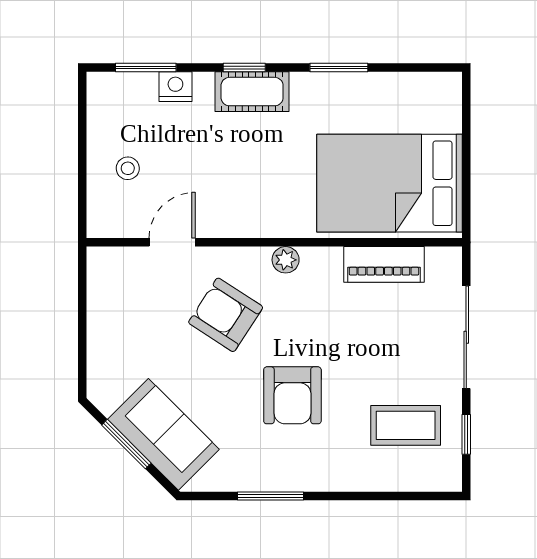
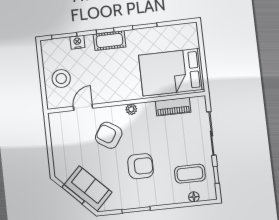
stool: (128, 168) -> (61, 79), width x1.89, depth x1.89
armchair: (292, 395) -> (141, 166), turned -90
floor lamp: (409, 480) -> (194, 197), added

